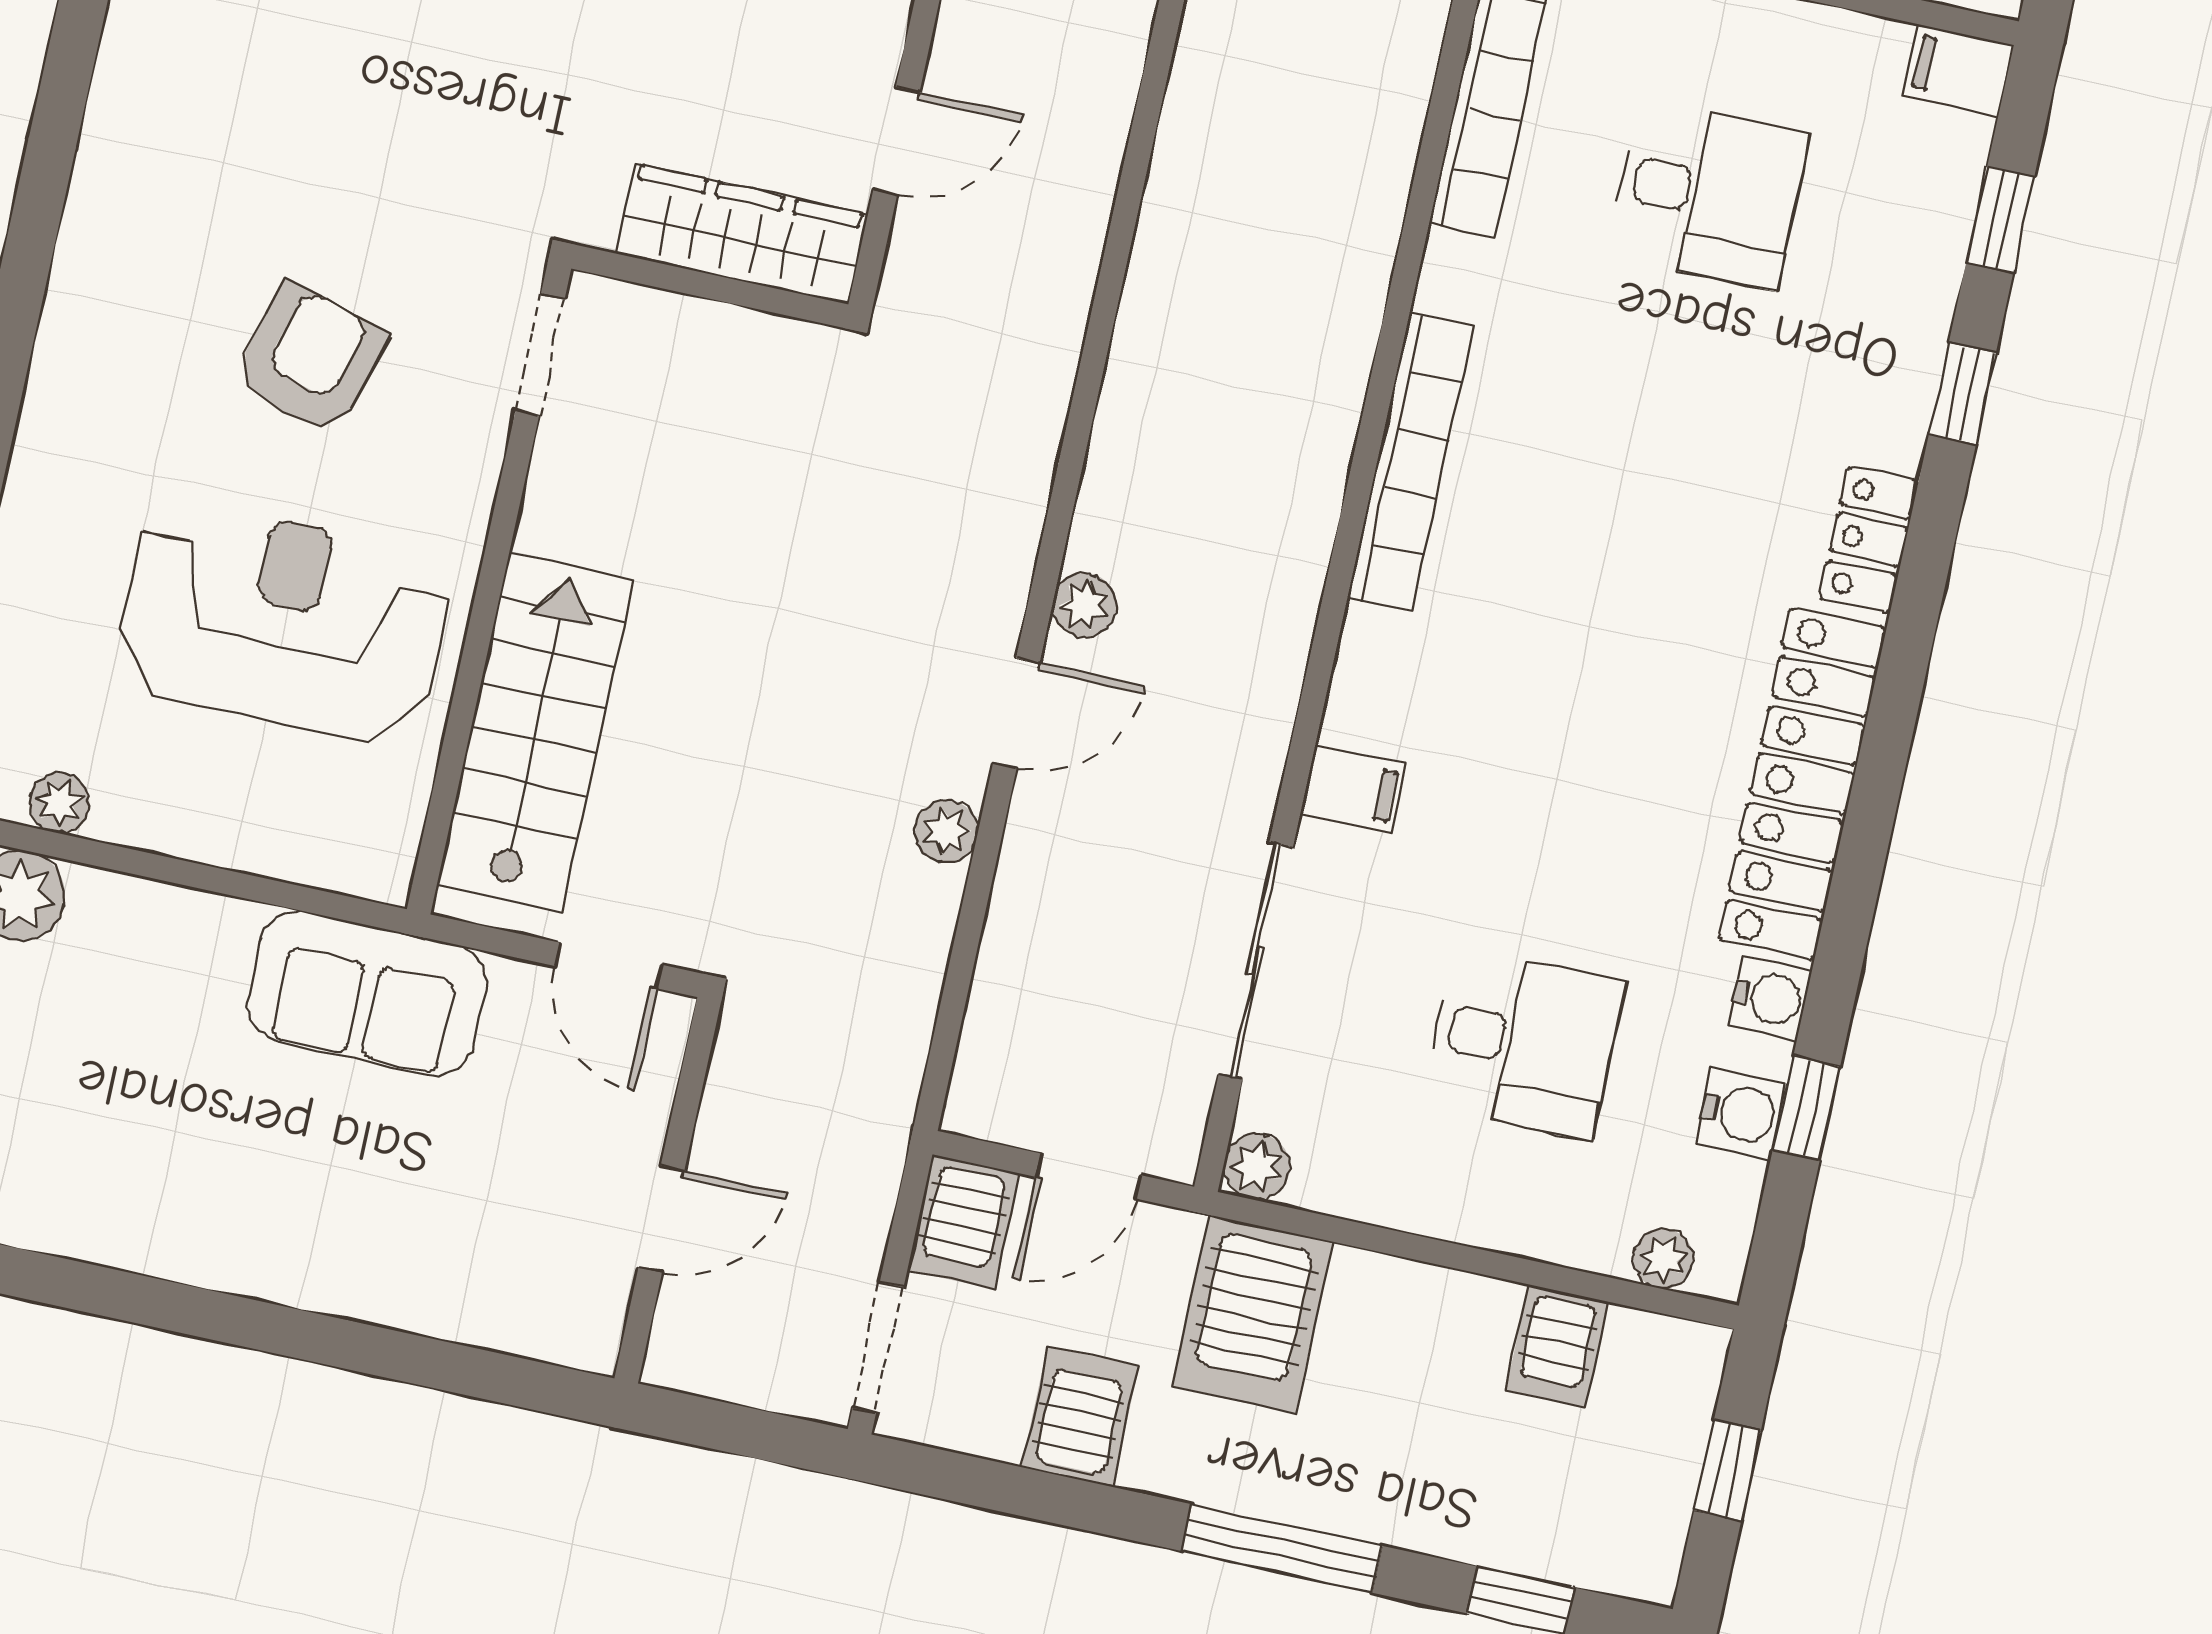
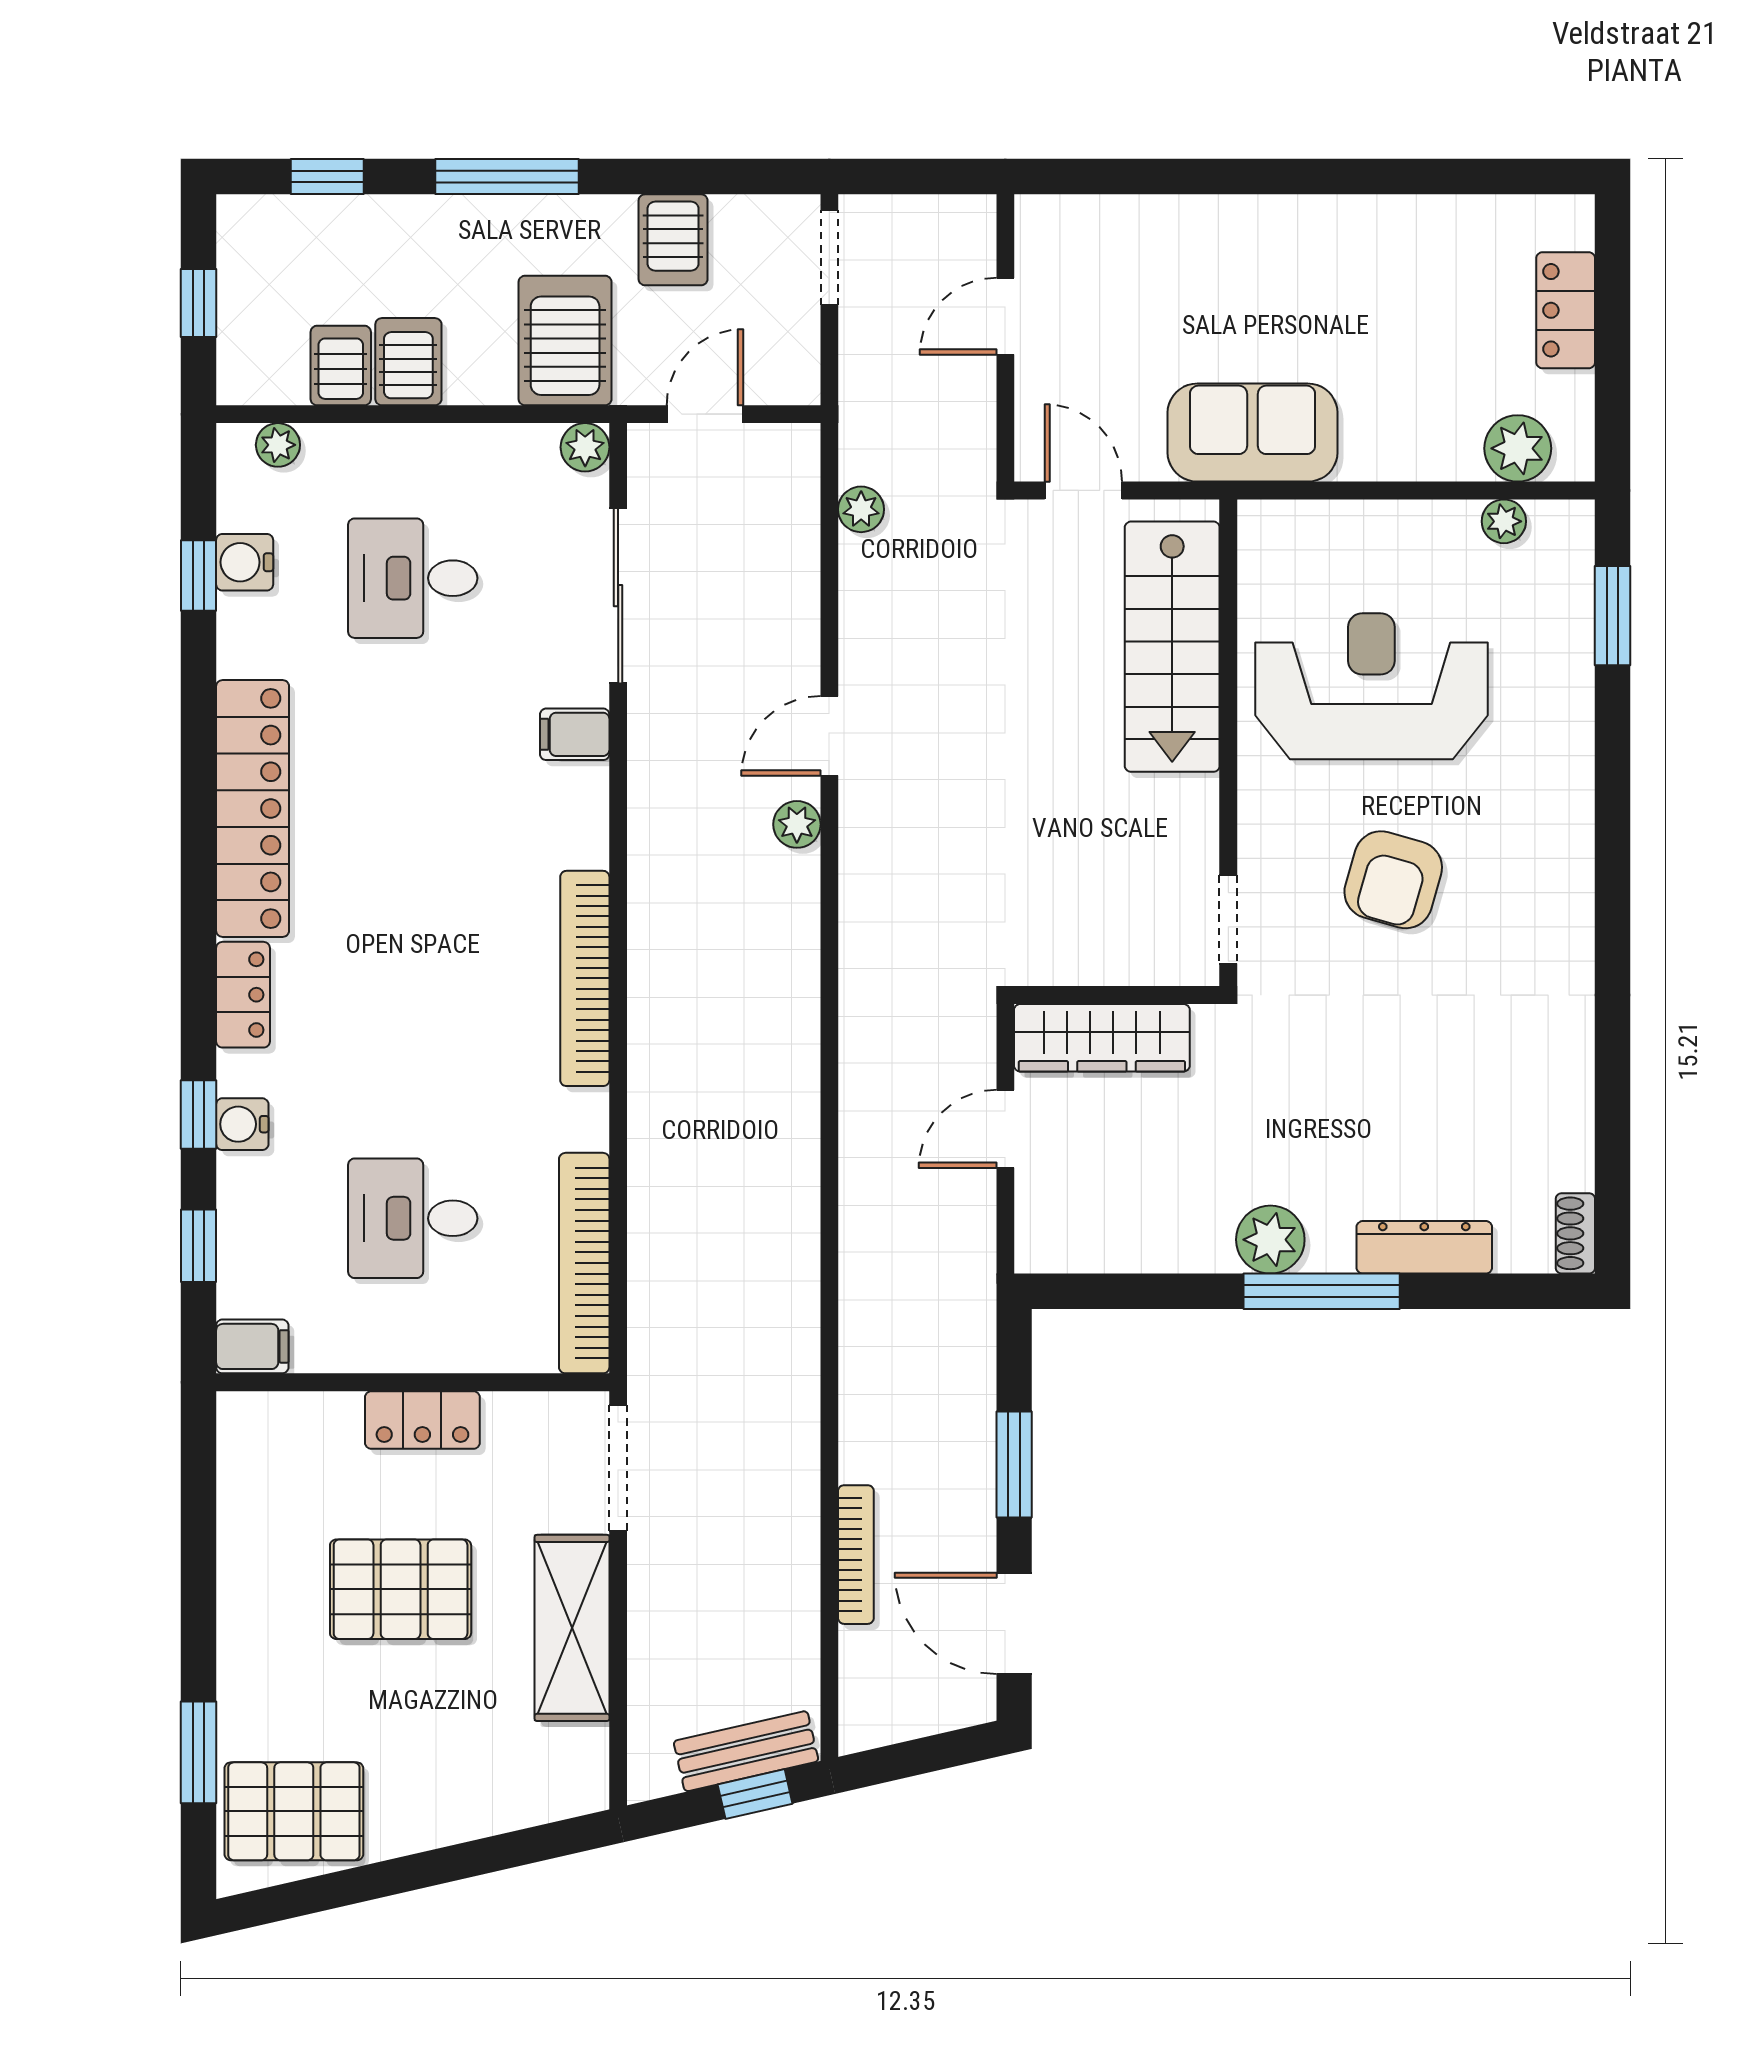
reception desk: (283, 622) -> (1371, 686), turned 180
plant: (946, 831) -> (861, 509), moved
water cooler: (1770, 998) -> (242, 1124), moved
server rack: (963, 1222) -> (408, 362), moved

